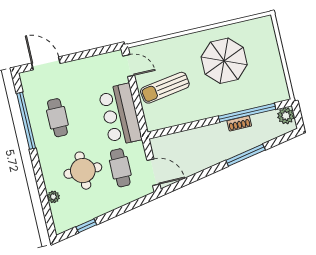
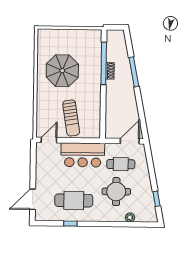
plant: (286, 116) -> (113, 36), removed
cafe table: (57, 118) -> (74, 200), width x1.37, depth x1.35
window: (26, 121) -> (70, 224), width x0.32

